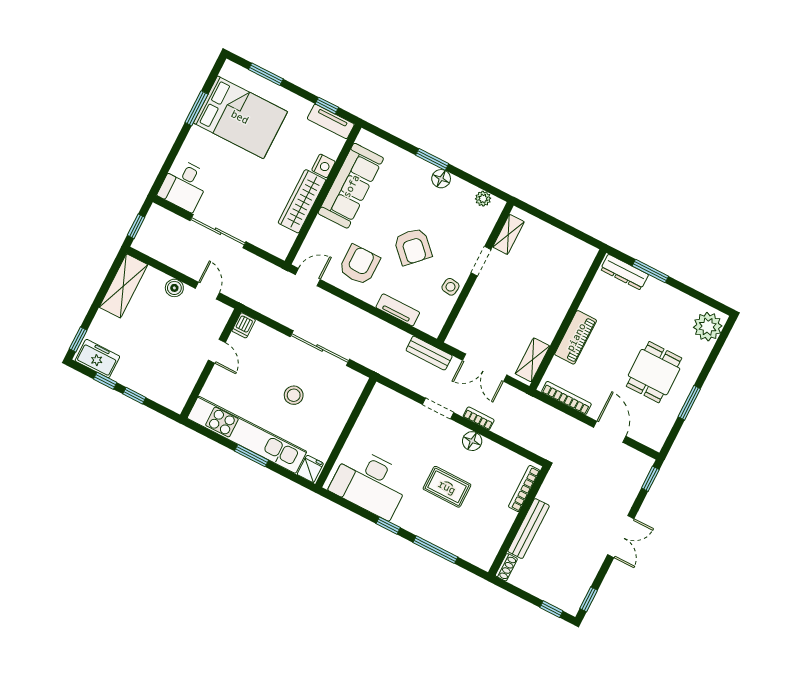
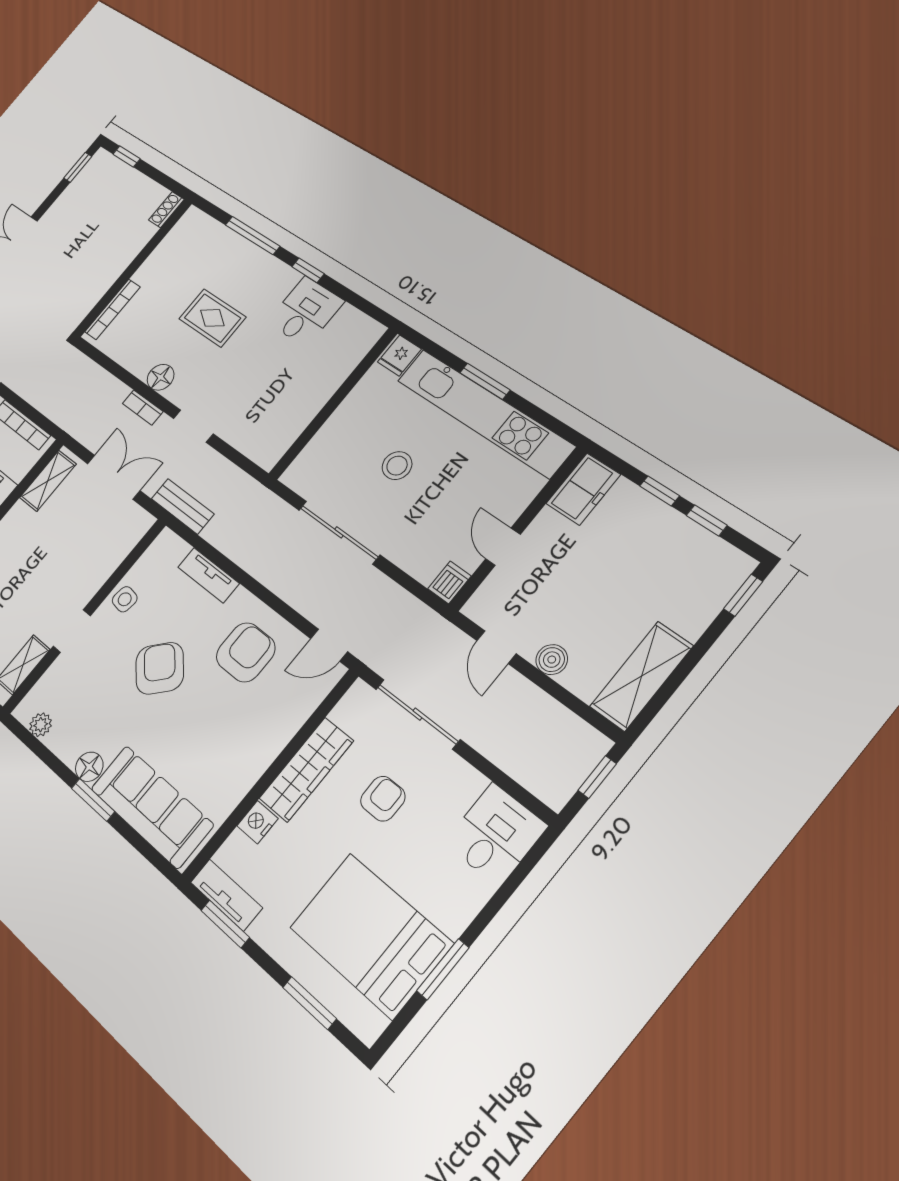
window: (327, 106) -> (225, 924), width x1.50
sofa: (351, 186) -> (152, 807), moved, turned 90
armchair: (252, 193) -> (383, 799), added
sliding door: (218, 231) -> (418, 714), moved
armchair: (359, 265) -> (246, 652), turned 180
freezer: (97, 359) -> (583, 489), moved, turned -90
desk: (370, 483) -> (306, 312), width x0.53, depth x0.77
bench: (529, 529) -> (123, 258), removed

